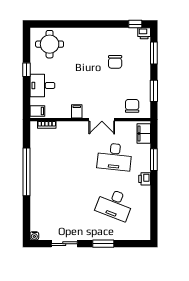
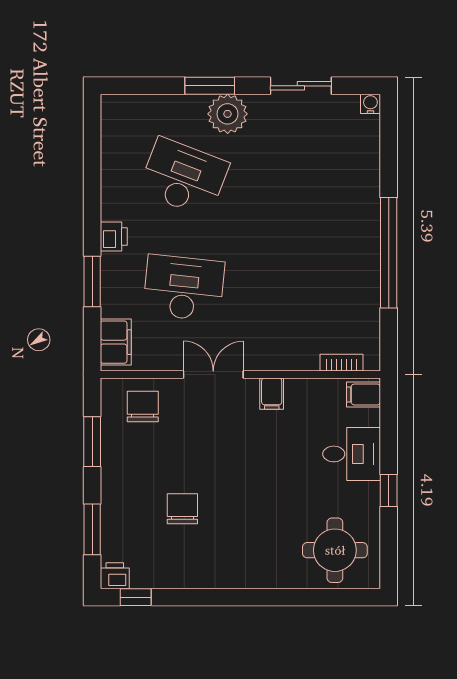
chair: (132, 106) -> (143, 406), turned 180
plant: (96, 232) -> (228, 114), added

